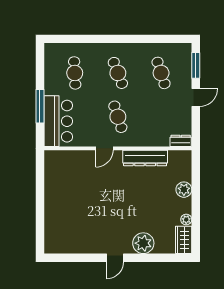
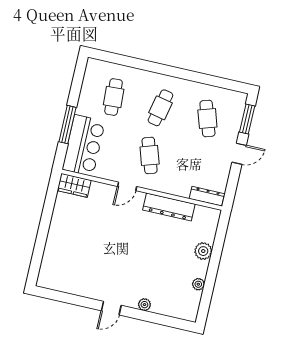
cafe table: (118, 73) -> (160, 108), turned 33
dresser: (181, 141) -> (207, 196), width x1.44
wardrobe: (184, 240) -> (74, 185), moved, turned -90
plant: (143, 243) -> (144, 305), width x0.53, depth x0.53

